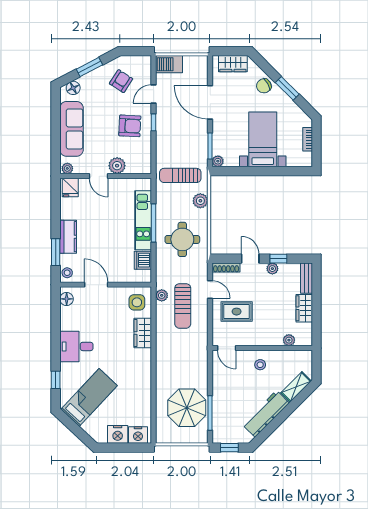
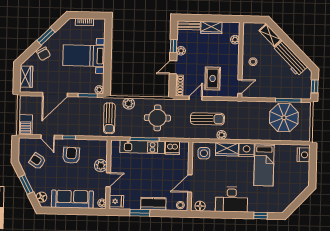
window: (56, 252) -> (140, 213), moved
plant: (162, 295) -> (222, 135), moved
desk: (76, 346) -> (232, 199), width x1.37
bed: (89, 398) -> (264, 165), moved, turned -133
nightstand: (118, 434) -> (247, 150), moved, turned -90

